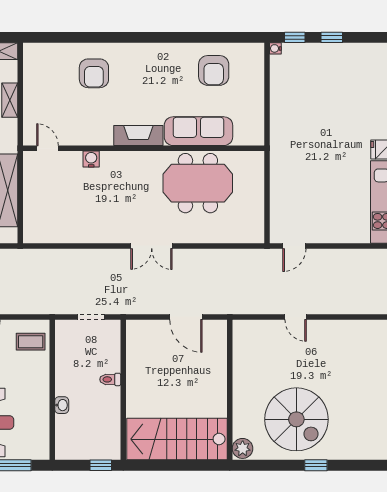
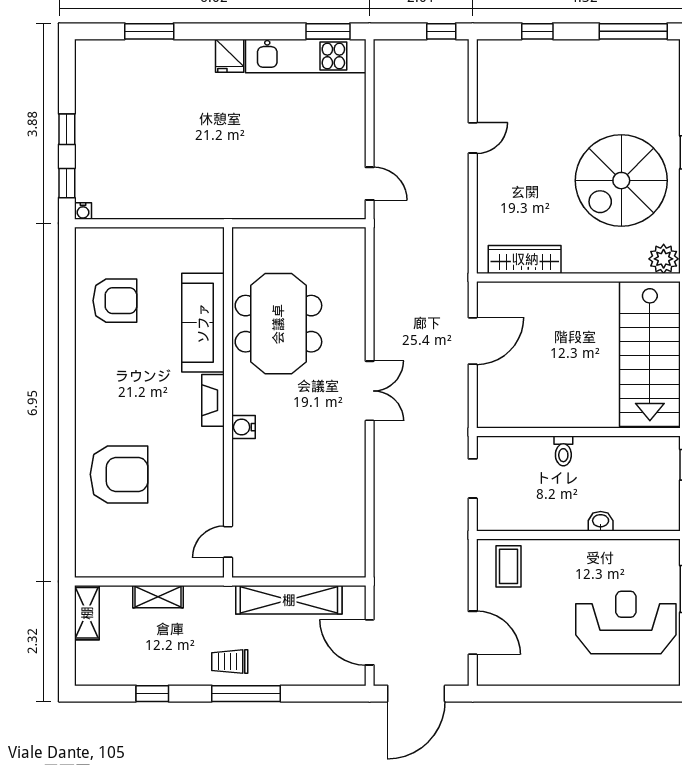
armchair: (94, 73) -> (119, 474), width x1.36, depth x1.36
fireplace: (138, 136) -> (213, 400), width x0.73, depth x0.76
water cooler: (91, 159) -> (243, 427), moved
door: (296, 317) -> (473, 138), moved
wardrobe: (242, 353) -> (525, 259), added
spiral stairs: (296, 419) -> (621, 181), turned 180

